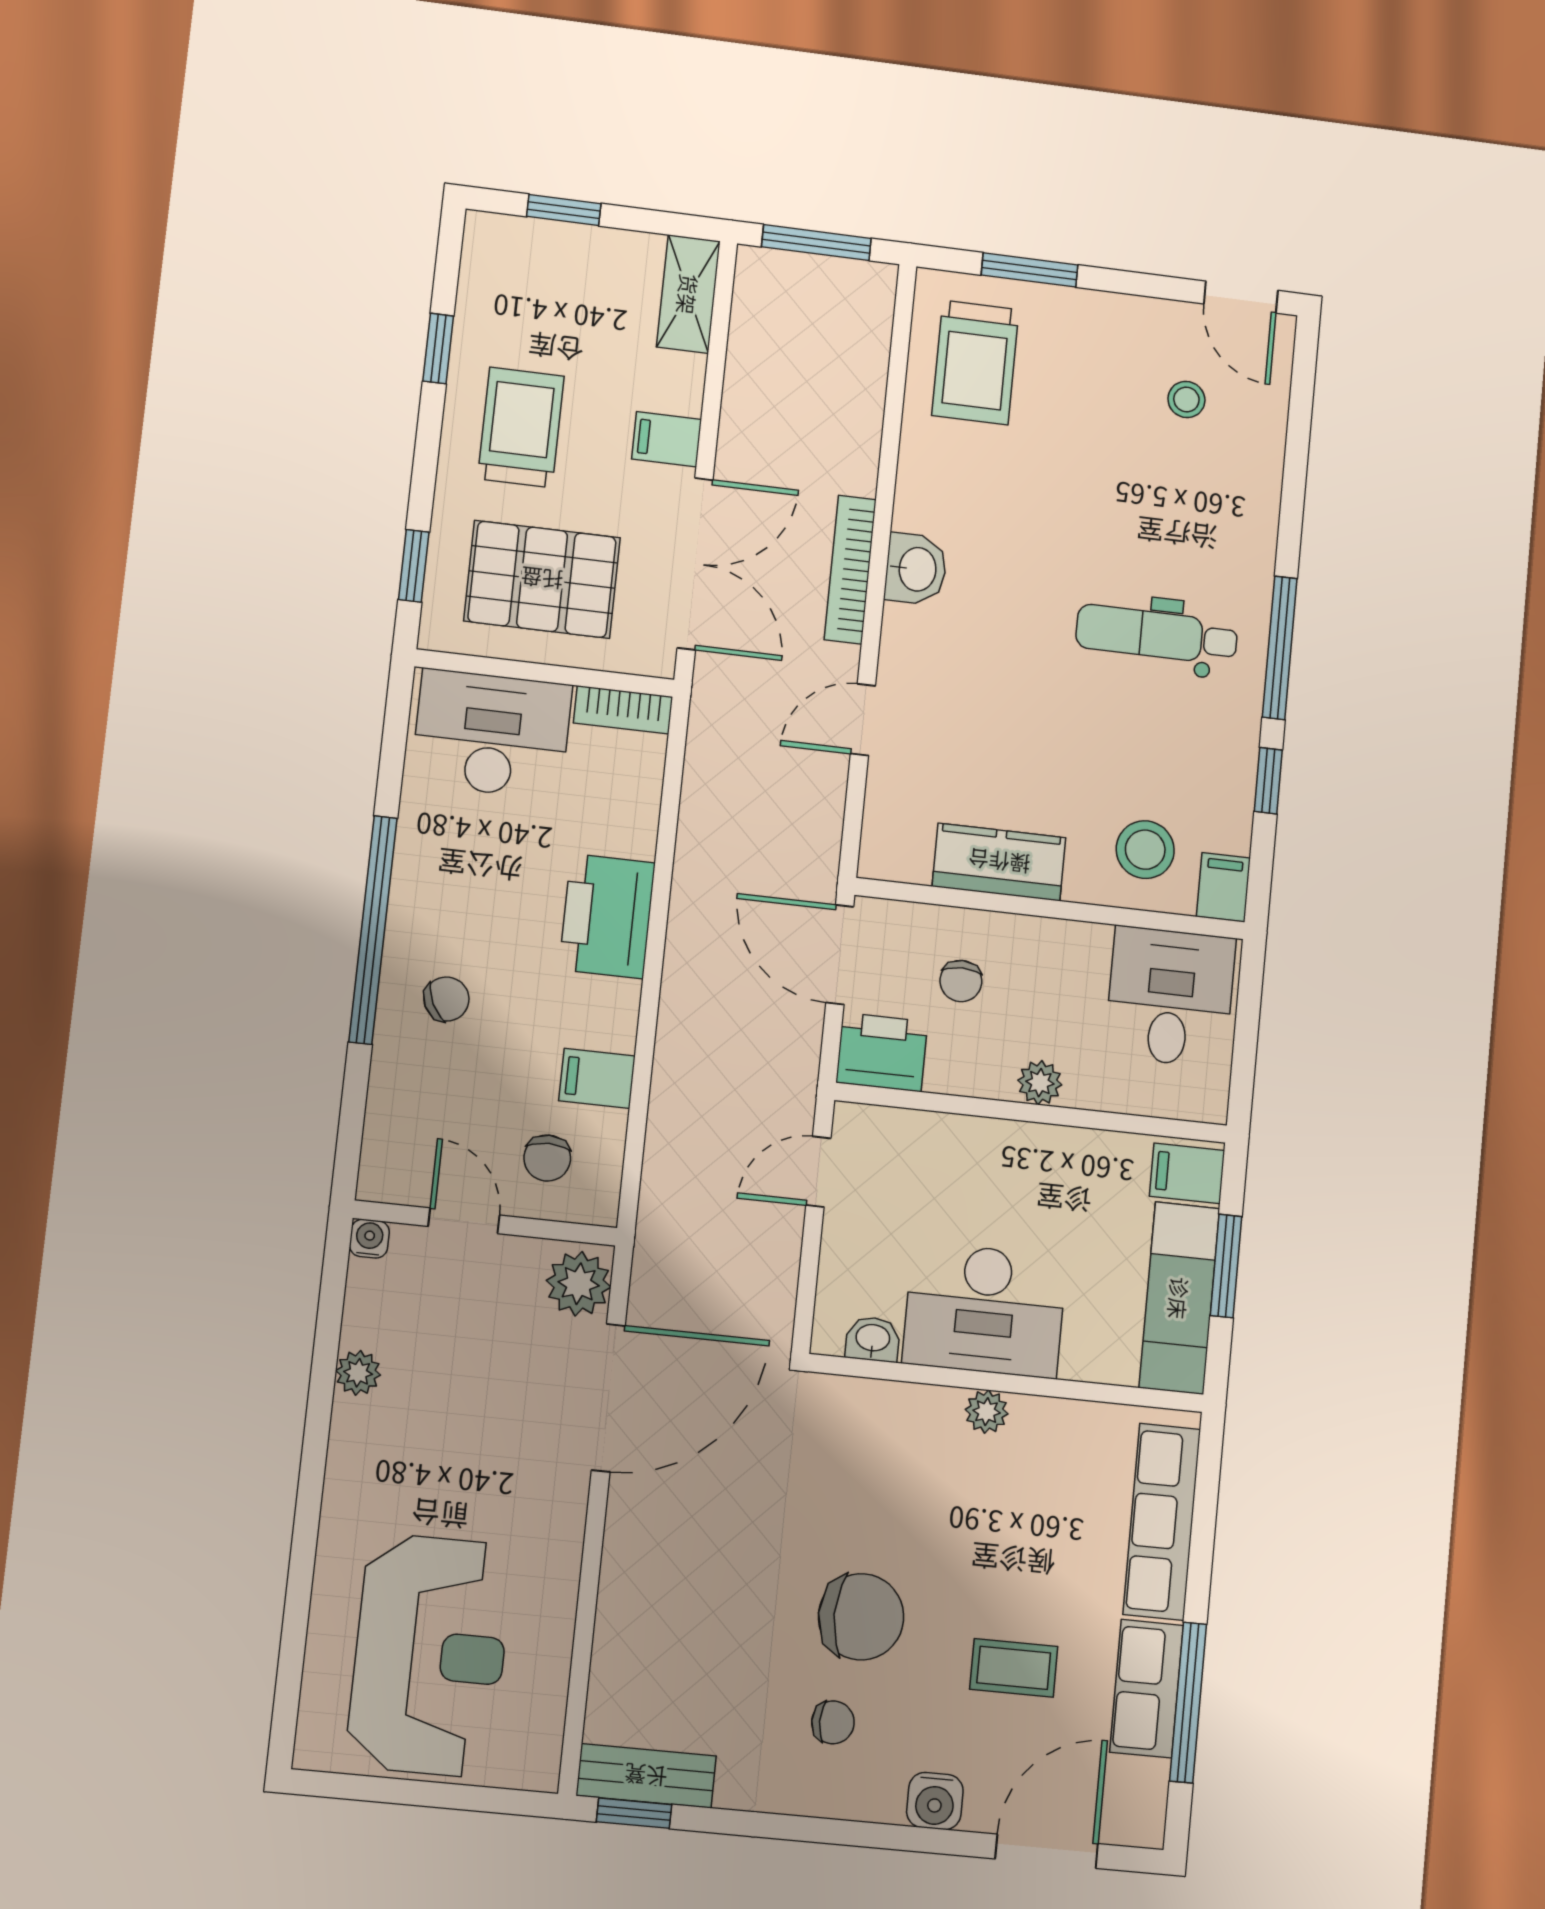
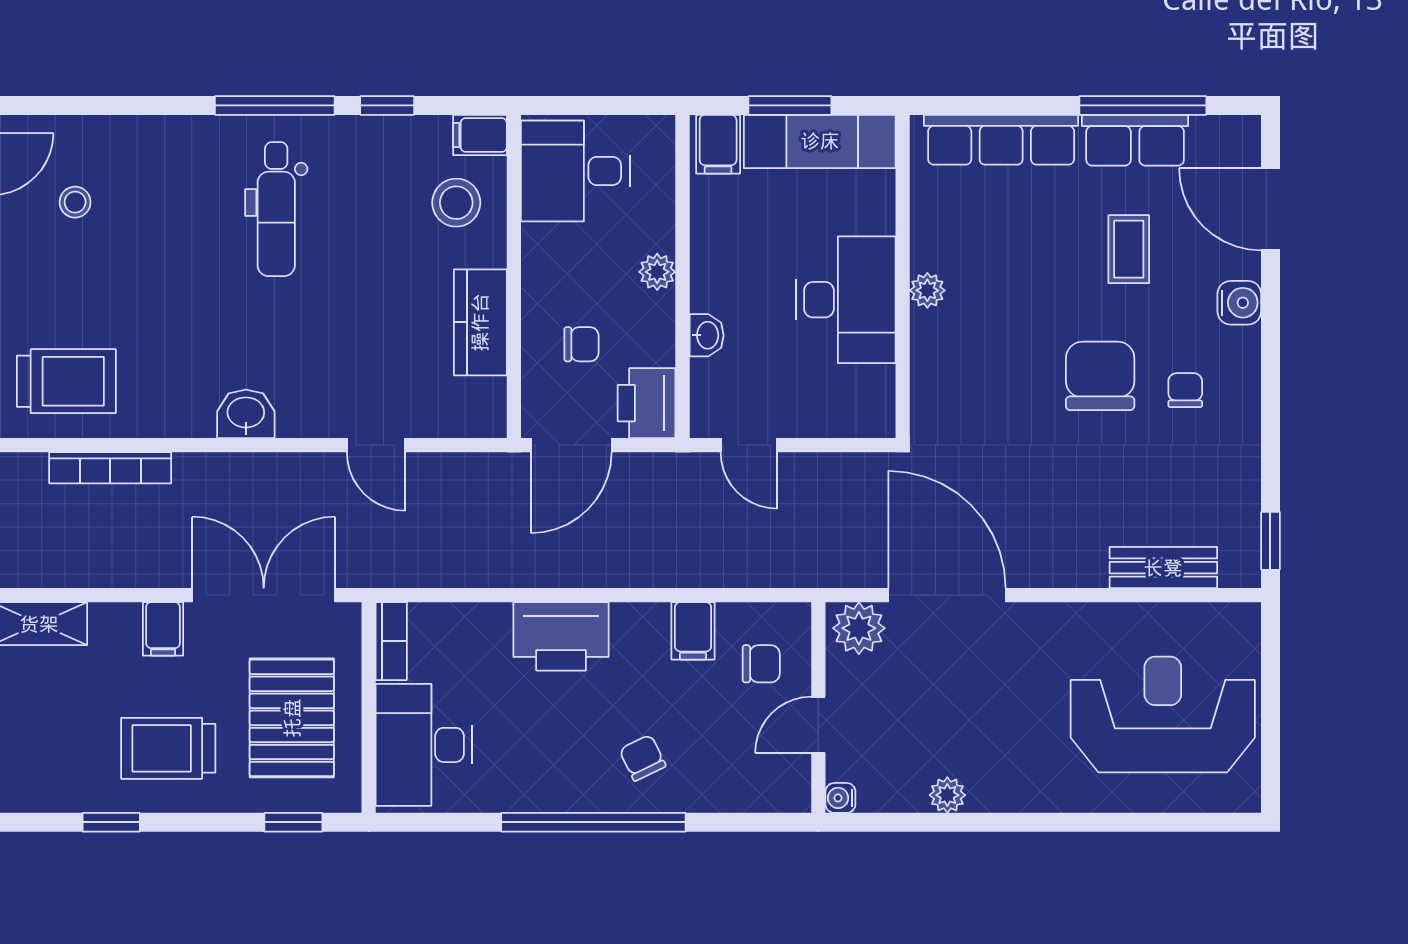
bookcase: (850, 570) -> (110, 468), moved
washbasin: (873, 1339) -> (707, 335), moved, turned 180
bench: (646, 1776) -> (1163, 568), moved, turned 90

